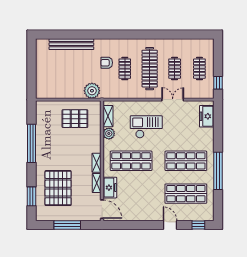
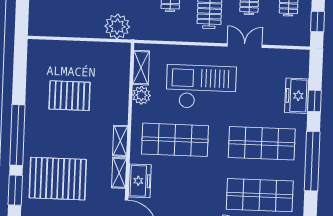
freezer: (207, 116) -> (297, 96), moved
pallet: (75, 119) -> (70, 96), moved
checkout: (146, 127) -> (201, 87), width x1.36, depth x1.21
window: (218, 133) -> (314, 101), added
window: (32, 143) -> (17, 135), moved
pallet: (58, 188) -> (58, 179), turned 90

